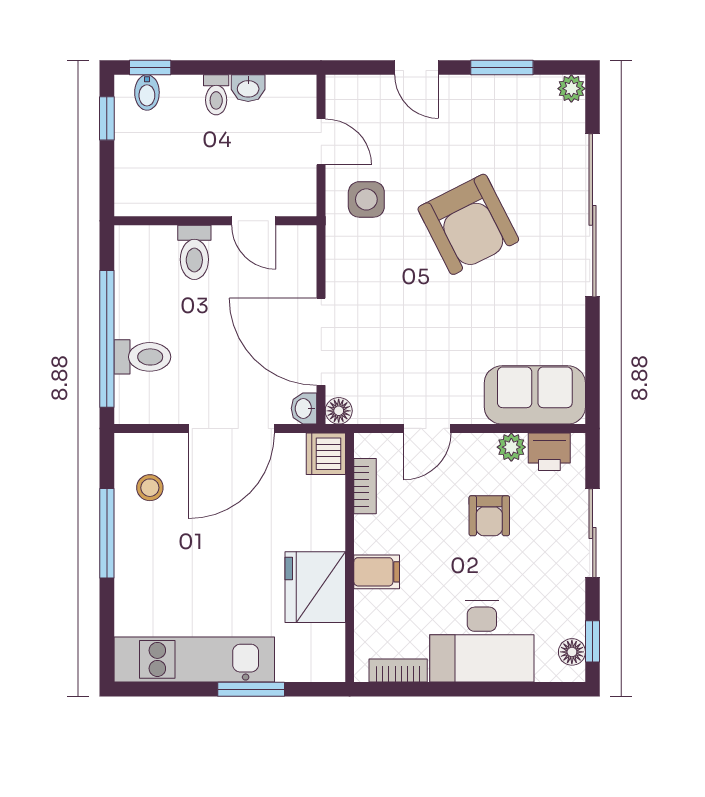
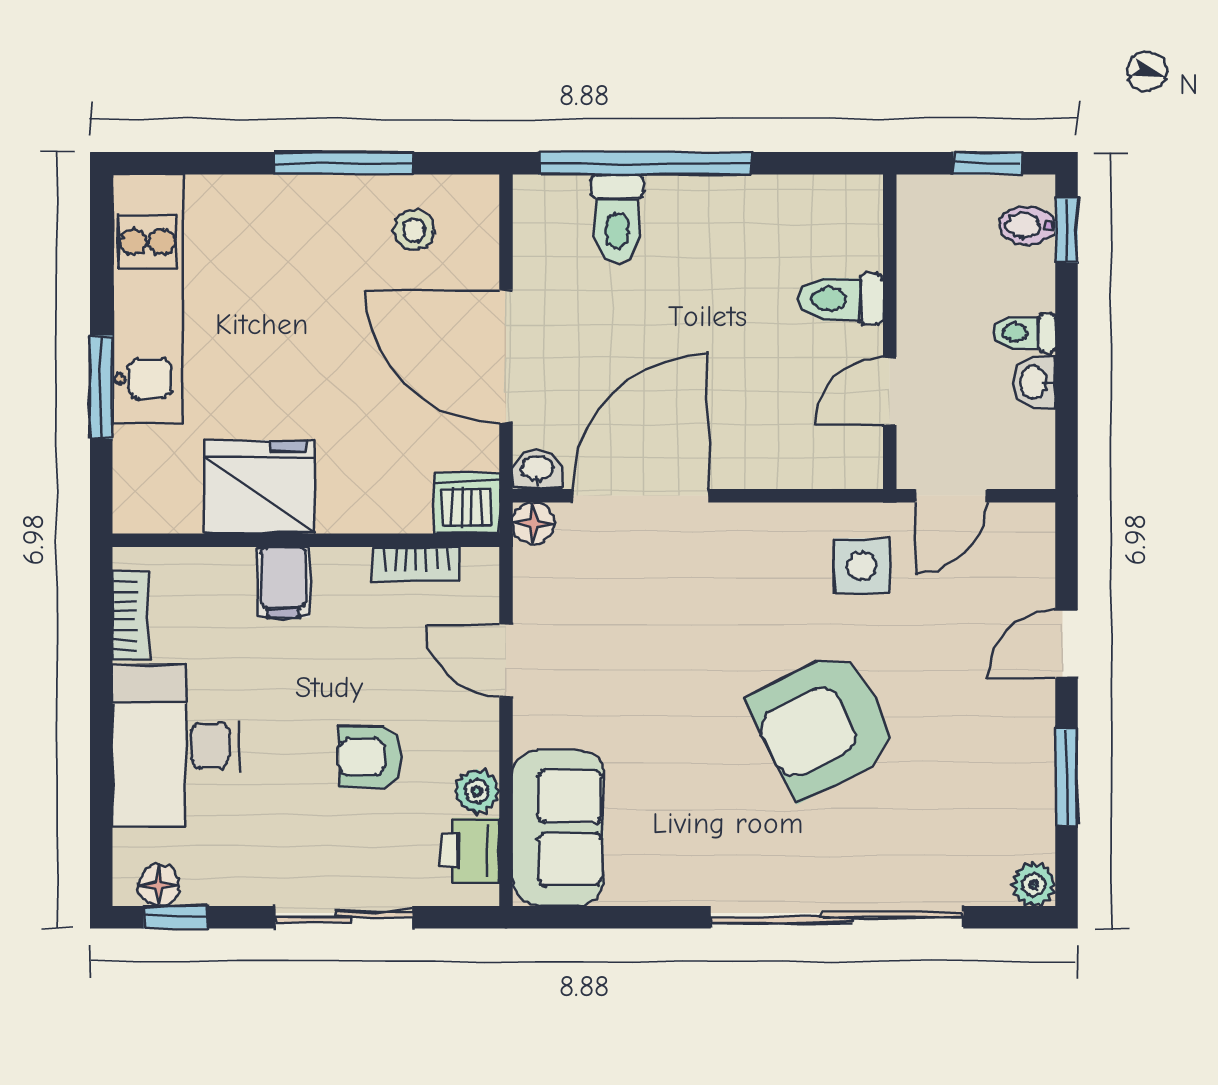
wall: (215, 221) -> (890, 332), moved
door: (254, 221) -> (890, 391), moved
toilet: (194, 252) -> (841, 299), moved

